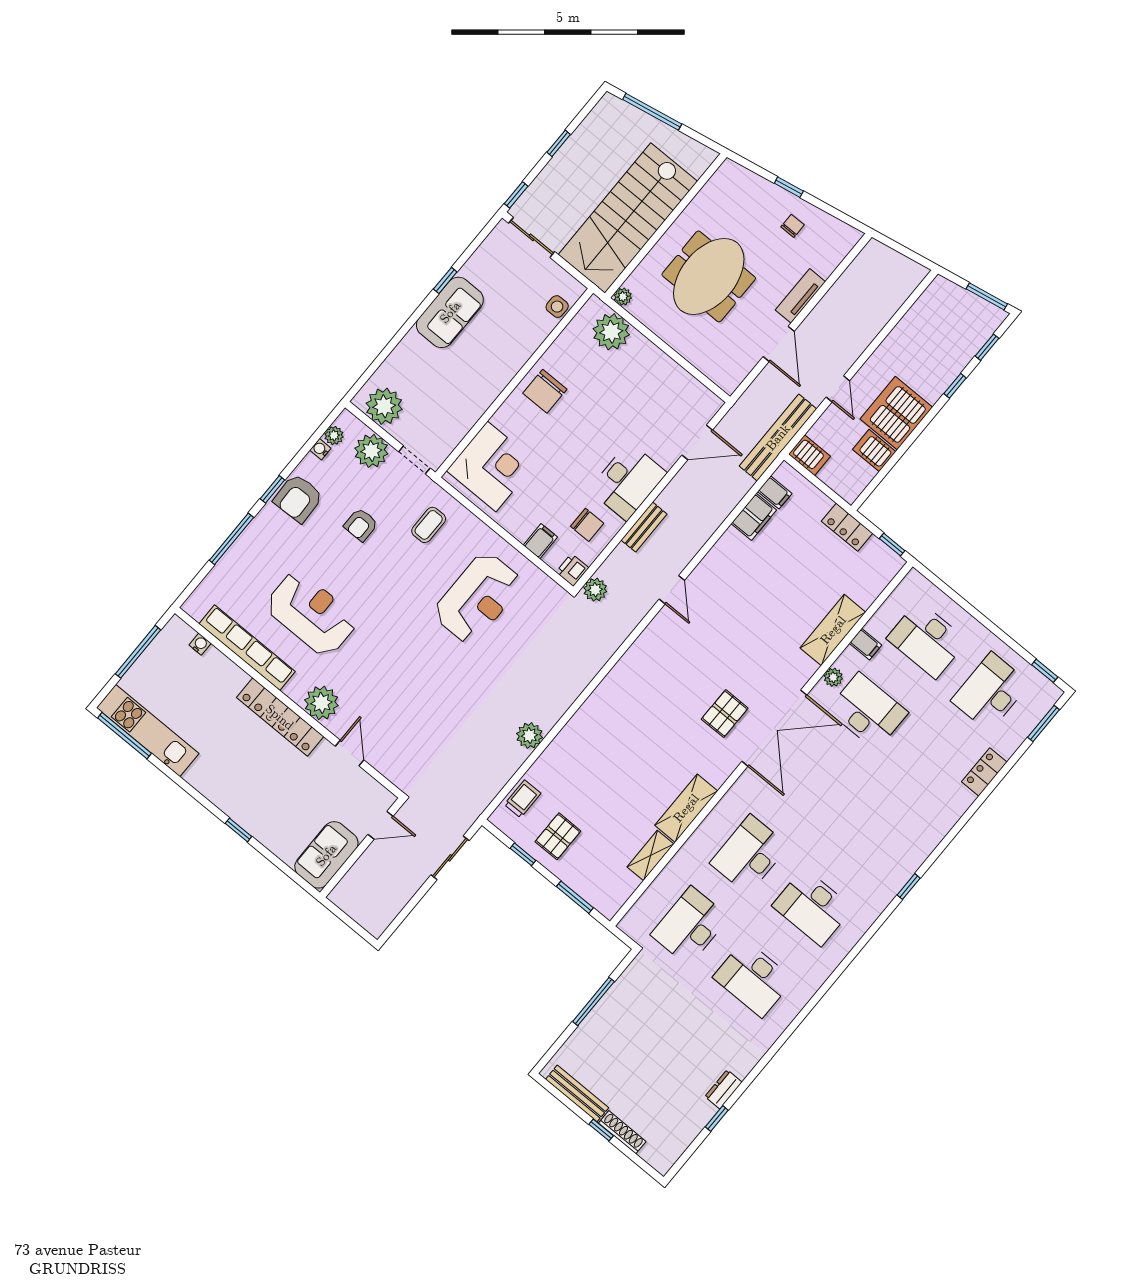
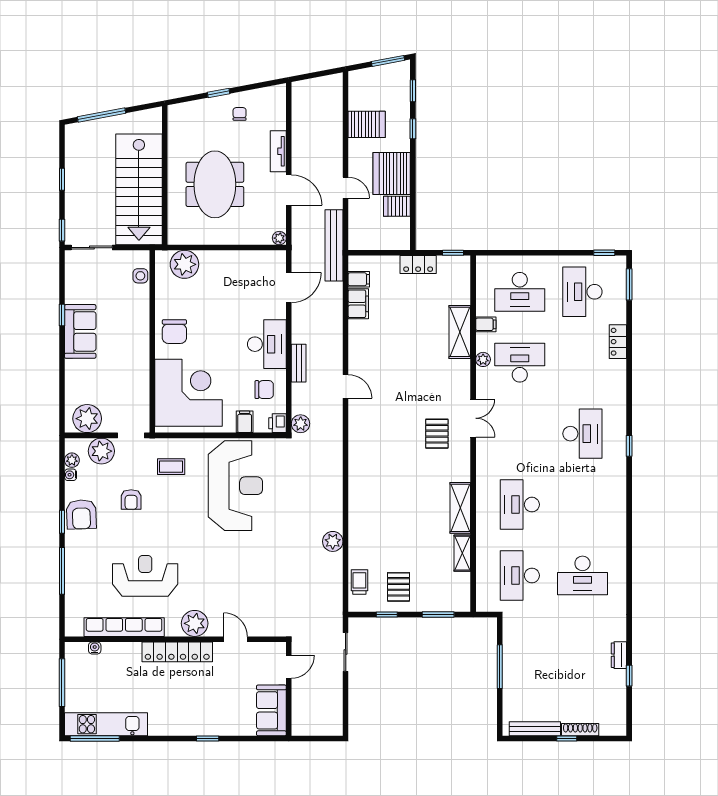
plant: (623, 297) -> (279, 238), moved
server rack: (810, 455) -> (367, 124), moved, width x1.36, depth x1.44
corner desk: (492, 467) -> (189, 393), width x1.36, depth x1.36
coffee table: (429, 525) -> (171, 467), turned 90
reception desk: (478, 598) -> (235, 486), width x1.36, depth x1.30
double door: (774, 728) -> (473, 418), width x0.54
desk: (812, 907) -> (582, 434), moved, turned -90

